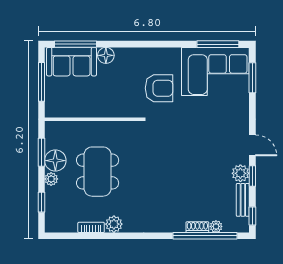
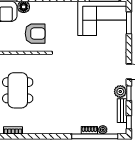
armchair: (159, 88) -> (35, 34), moved
plant: (114, 224) -> (29, 128), removed

